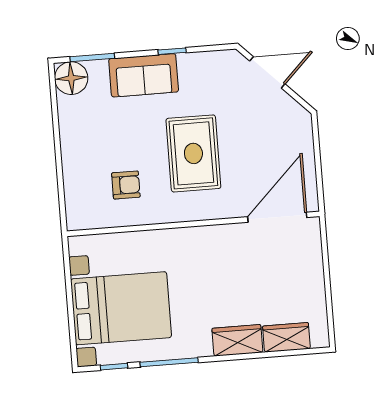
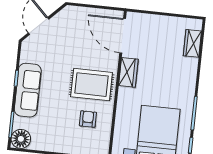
sofa: (144, 75) -> (28, 90), width x1.36
rug: (193, 153) -> (92, 85), moved
wardrobe: (237, 340) -> (128, 72), moved, turned 180

